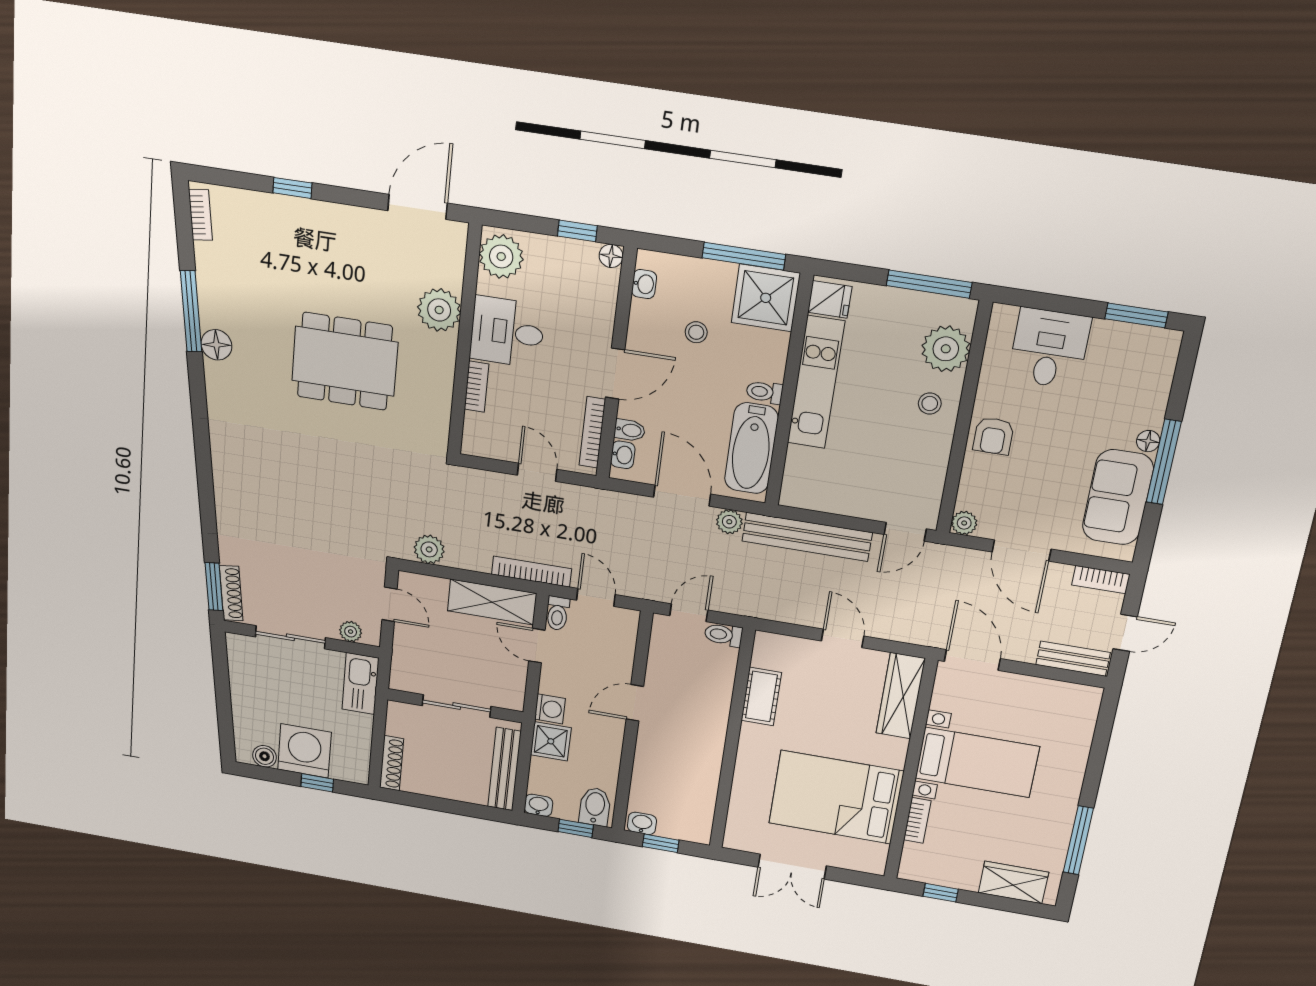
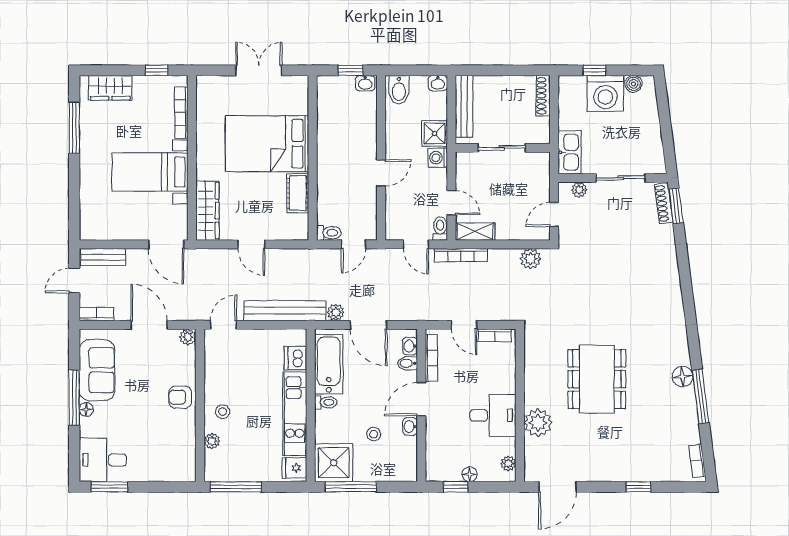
floor lamp: (611, 256) -> (469, 474), moved
plant: (501, 257) -> (508, 463), width x0.53, depth x0.53
washbasin: (644, 284) -> (410, 427), moved
desk: (1049, 348) -> (103, 460), moved, turned 90
plant: (946, 349) -> (212, 441), width x0.53, depth x0.53
dining table: (345, 361) -> (597, 379), turned 90
bookcase: (477, 387) -> (495, 335), moved, turned -90
armchair: (993, 436) -> (180, 397), turned -90
dishwasher: (802, 465) -> (295, 358), added
shelving: (492, 602) -> (475, 232), width x0.67, depth x0.75
door: (389, 604) -> (554, 215), hinge flipped
bed: (836, 797) -> (267, 144), moved, turned 180
bookcase: (917, 820) -> (181, 113), width x1.56
window: (576, 828) -> (410, 70), removed

